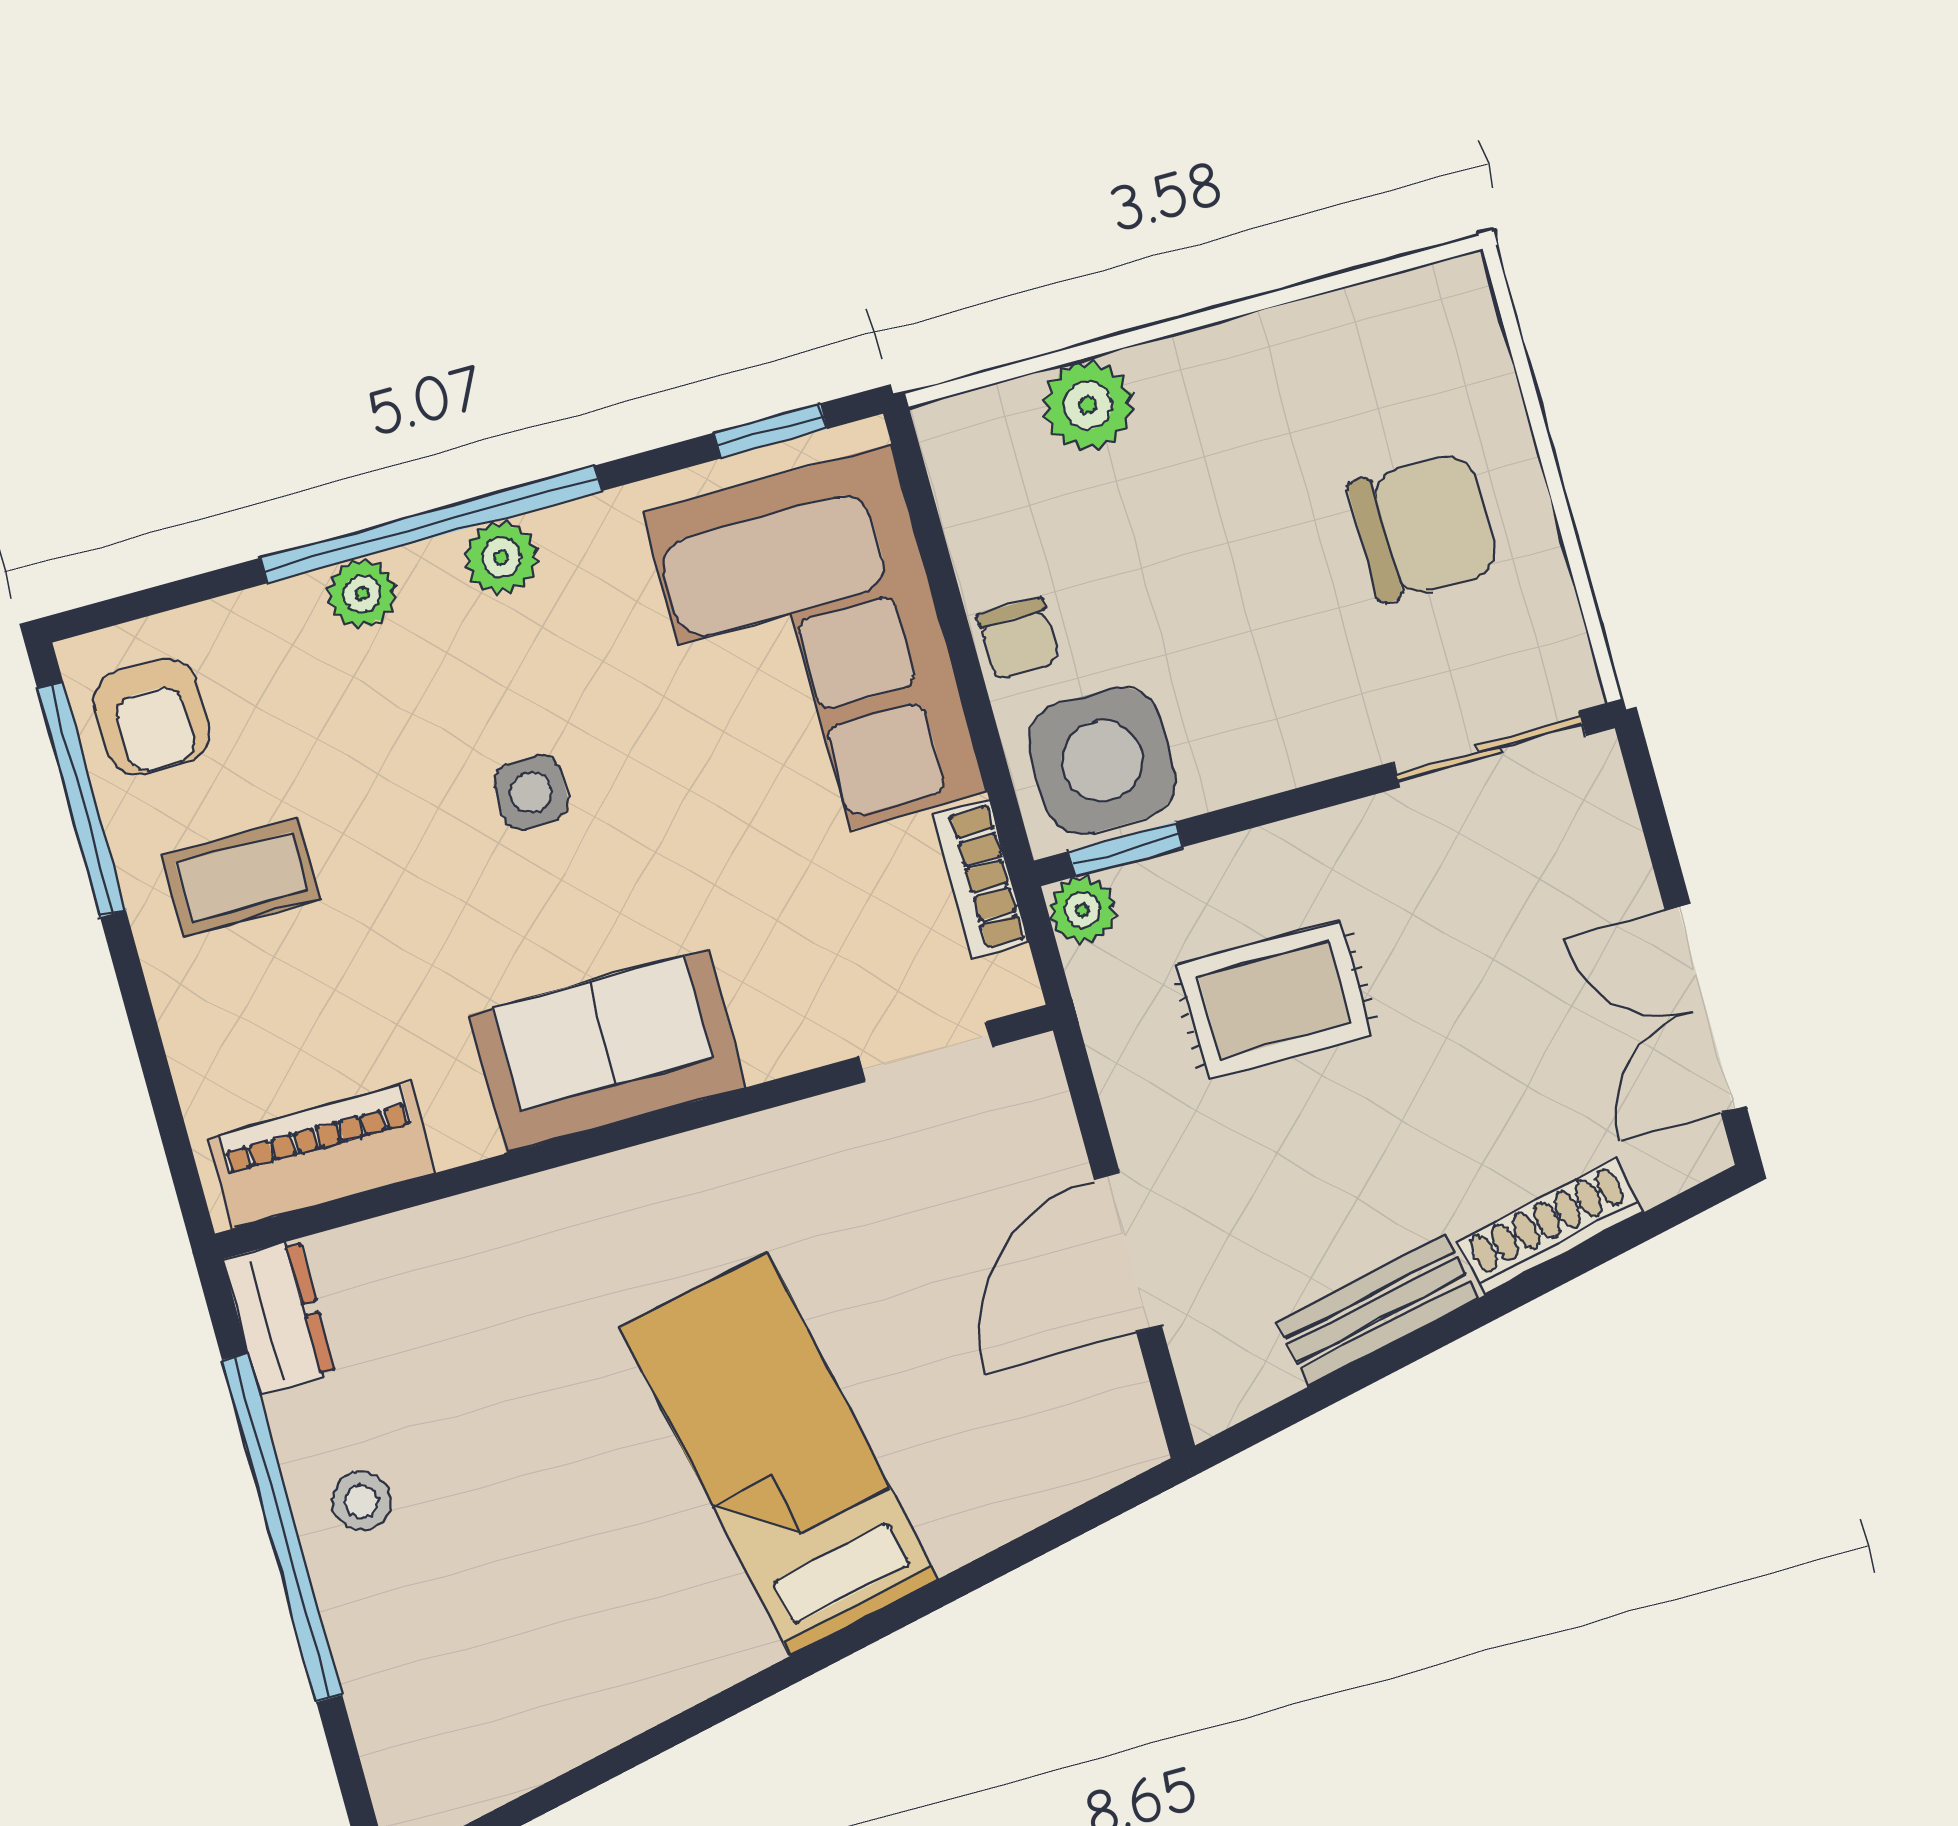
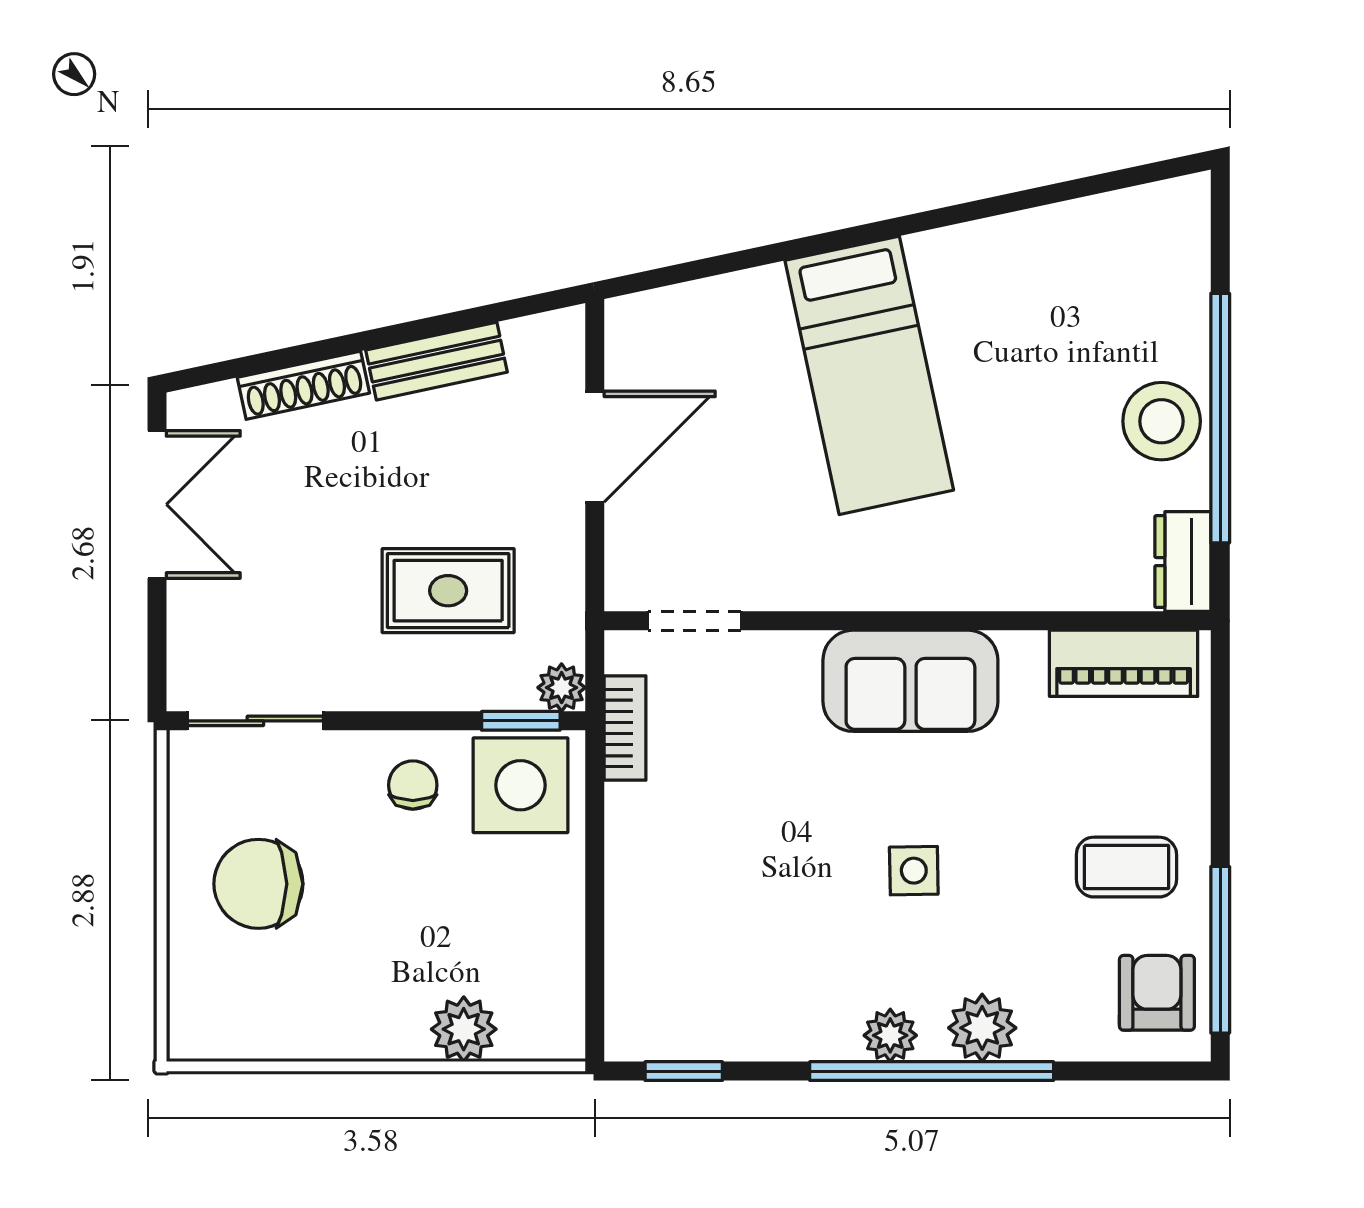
plant: (362, 593) -> (982, 1028), width x1.38, depth x1.38
chair: (1018, 639) -> (413, 785), moved
corner sofa: (815, 652) -> (695, 913), removed
stool: (361, 1501) -> (1162, 421), width x1.89, depth x1.89

